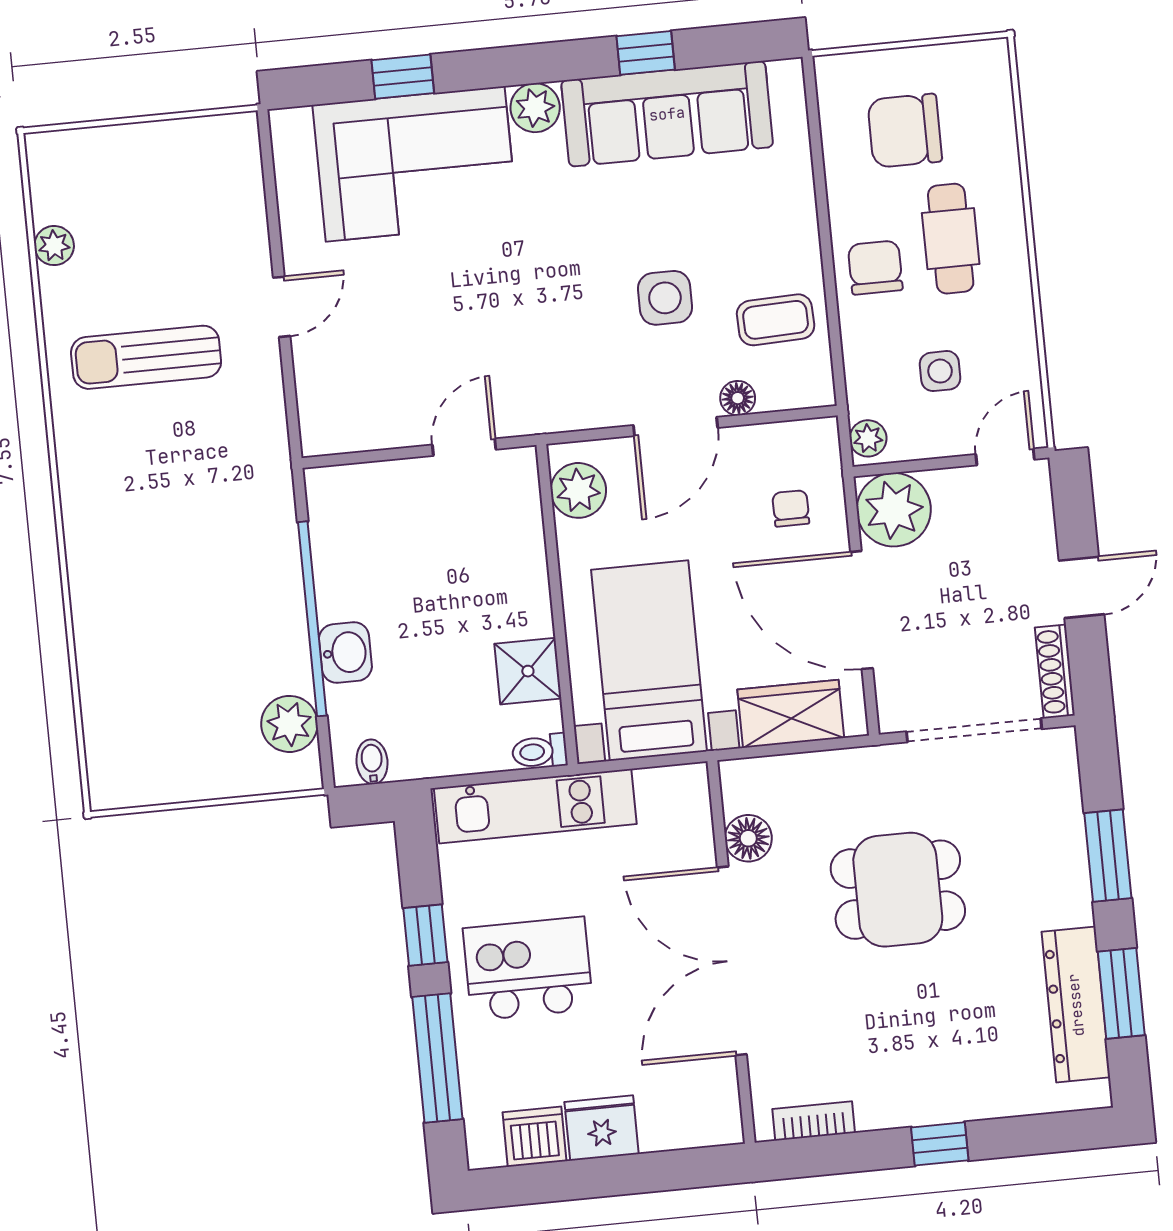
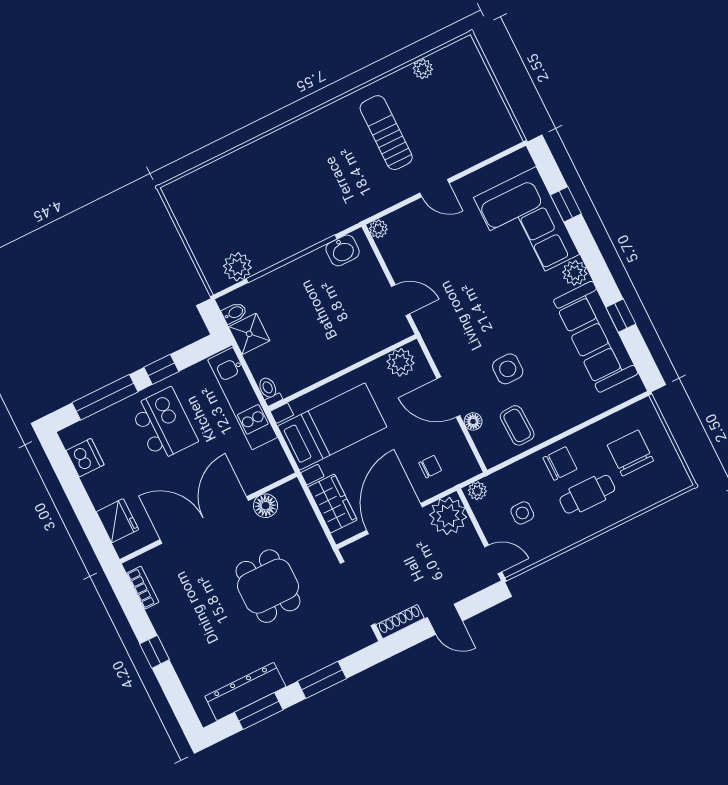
plant: (318, 439) -> (378, 229), added
washbasin: (345, 653) -> (343, 250), moved
shower: (528, 671) -> (249, 334), moved
fridge: (602, 1128) -> (117, 521), moved

